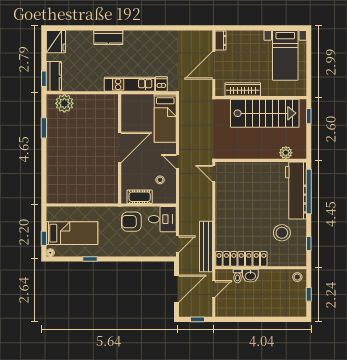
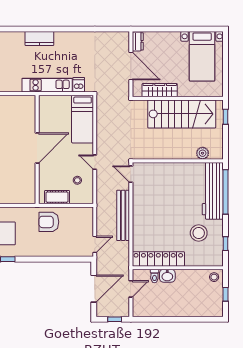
kitchen counter: (108, 37) -> (39, 38), moved
door: (214, 65) -> (131, 66), swing flipped
desk: (162, 219) -> (80, 219), removed
bench: (206, 247) -> (123, 215), moved

